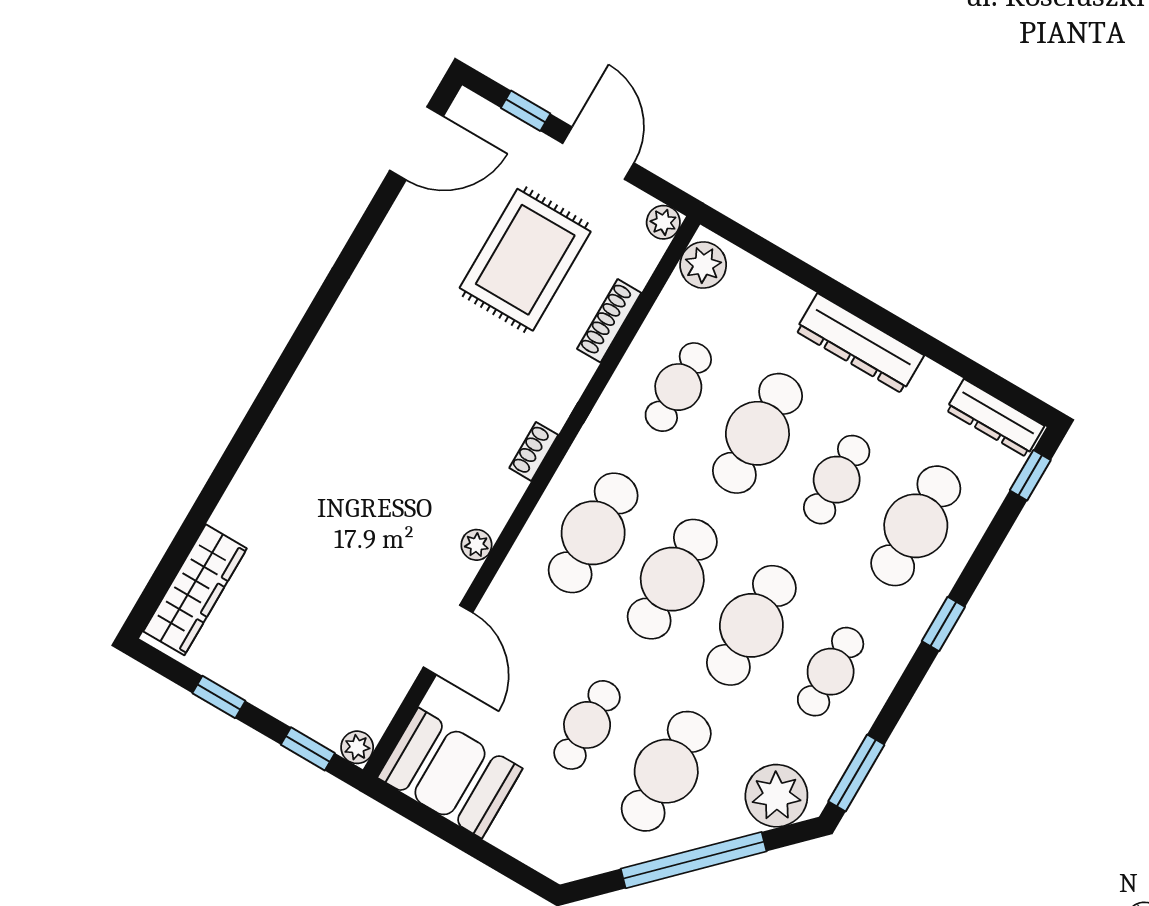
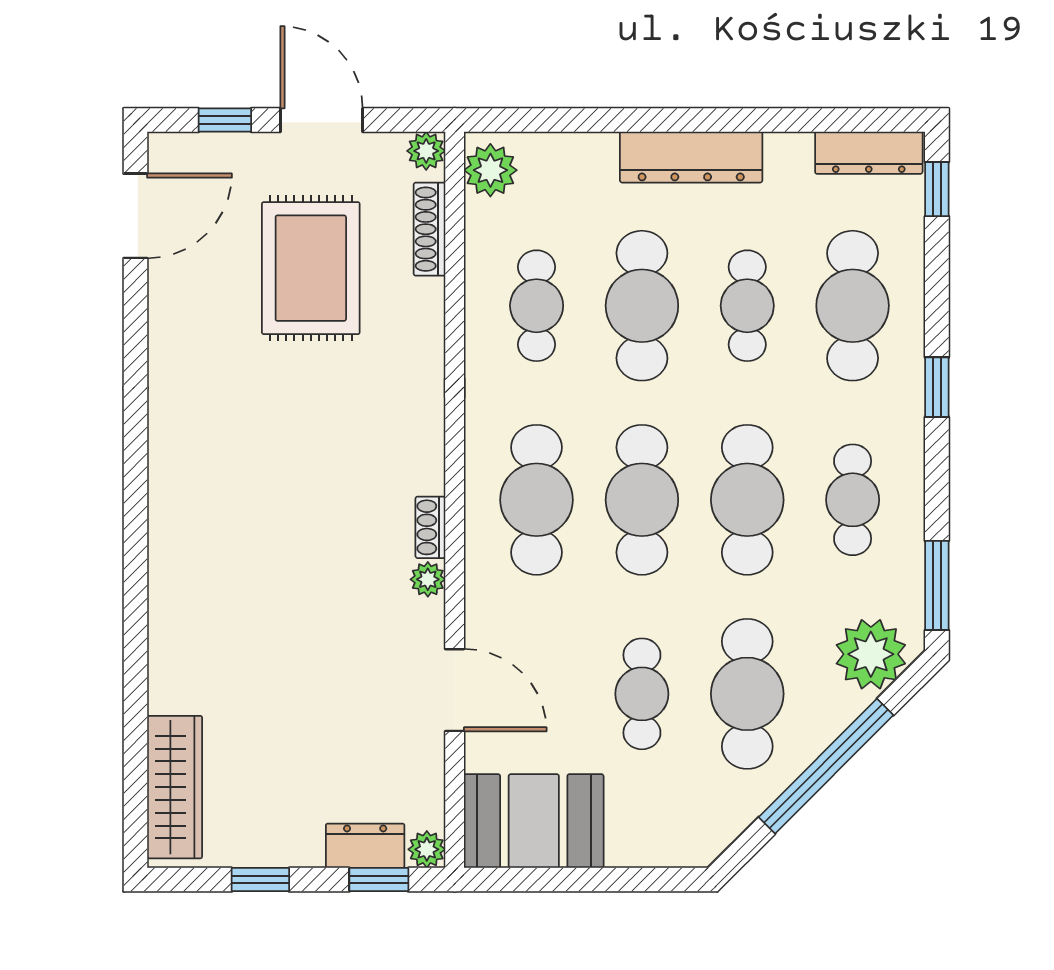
shoe rack: (609, 321) -> (429, 229), moved
shoe rack: (534, 451) -> (430, 527), moved
dresser: (312, 718) -> (365, 846), added

